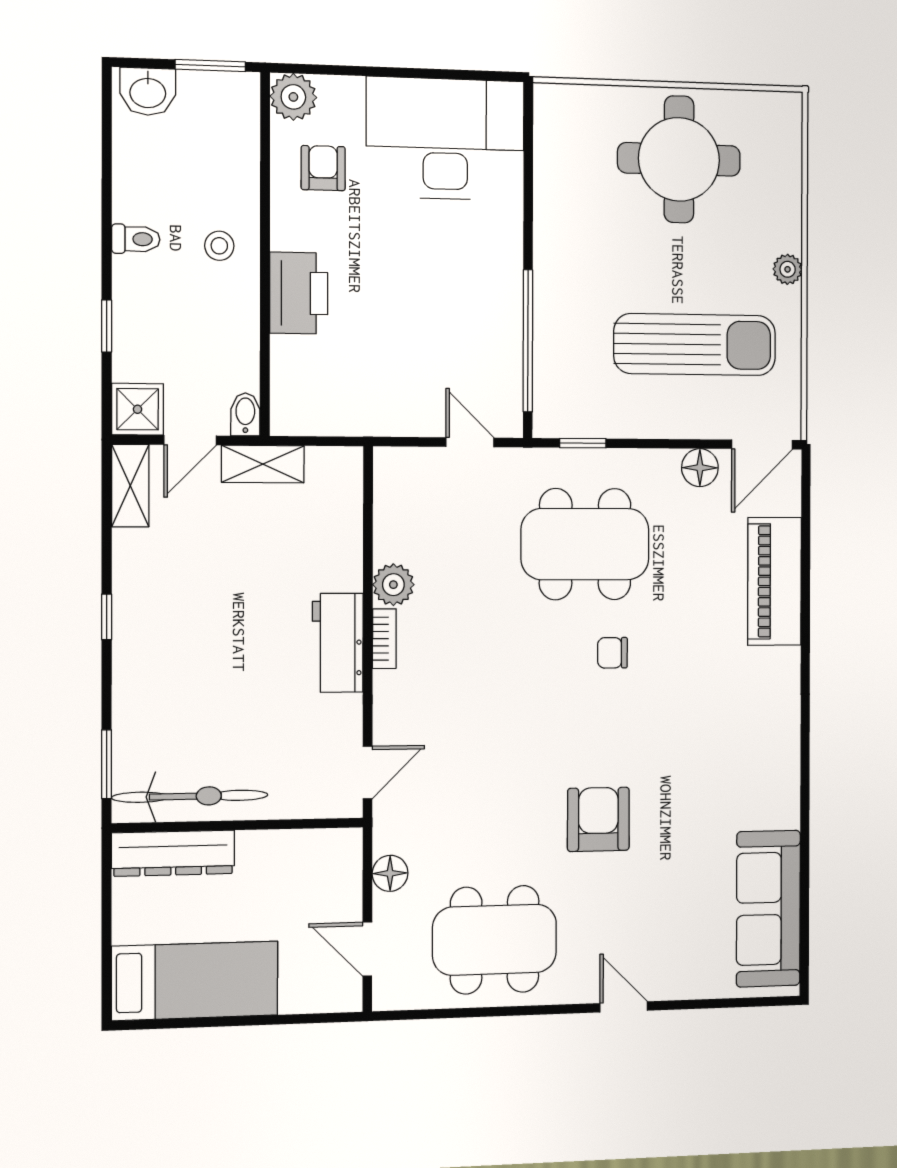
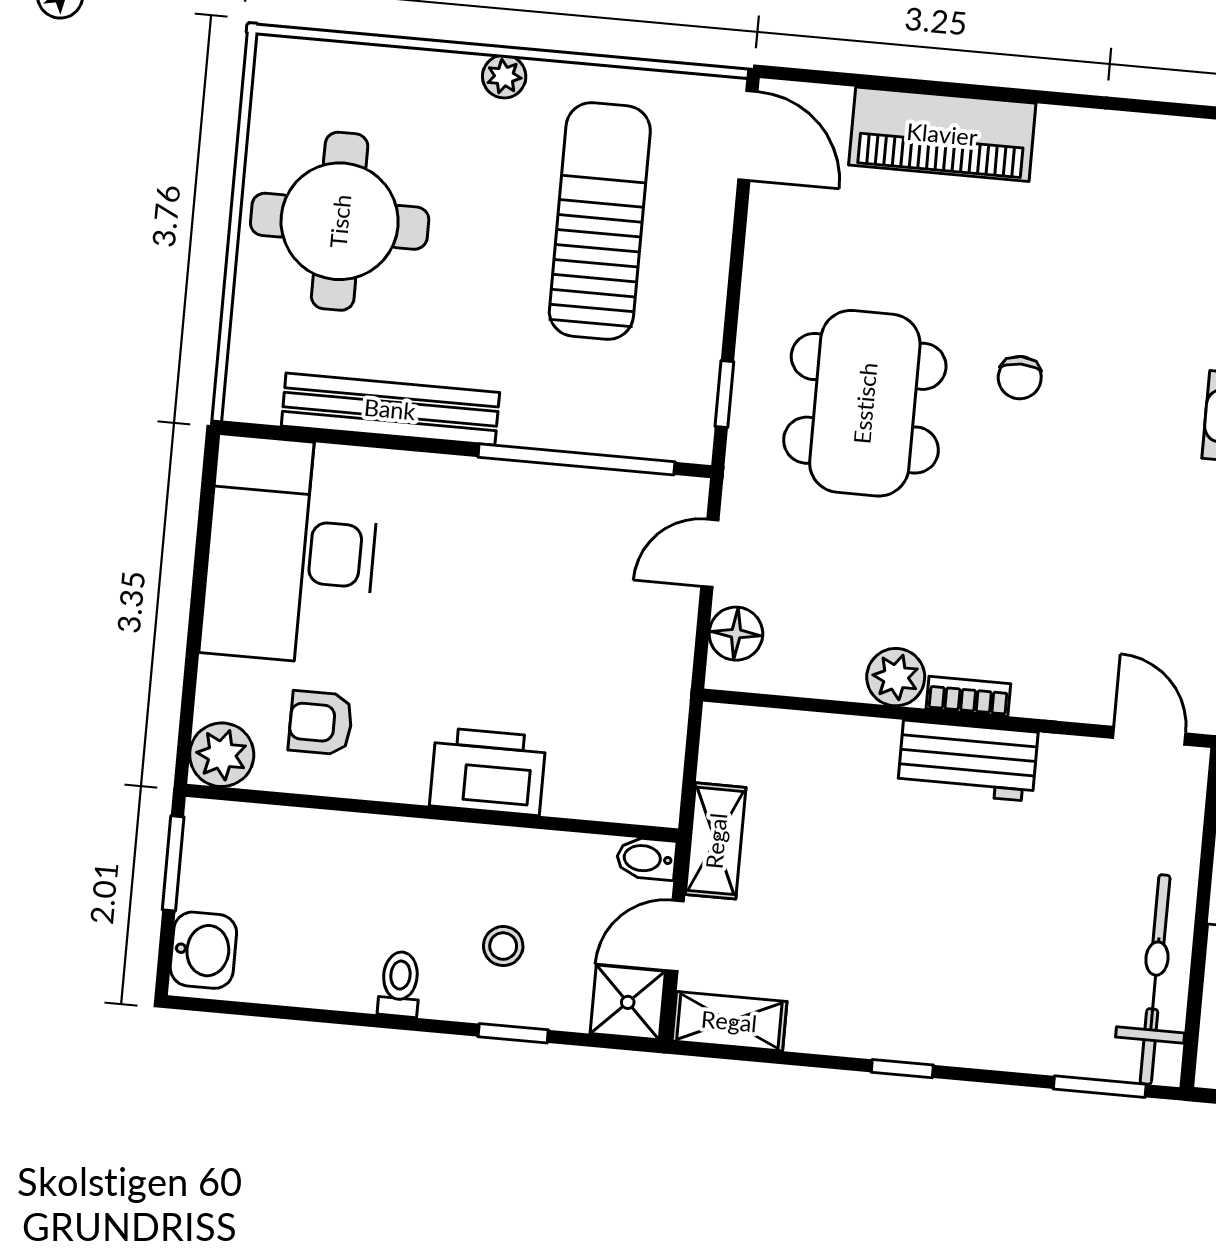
bench: (552, 204) -> (390, 409), added
stool: (219, 246) -> (503, 946), moved
door: (190, 440) -> (675, 936), swing flipped
floor lamp: (700, 468) -> (736, 634), moved

